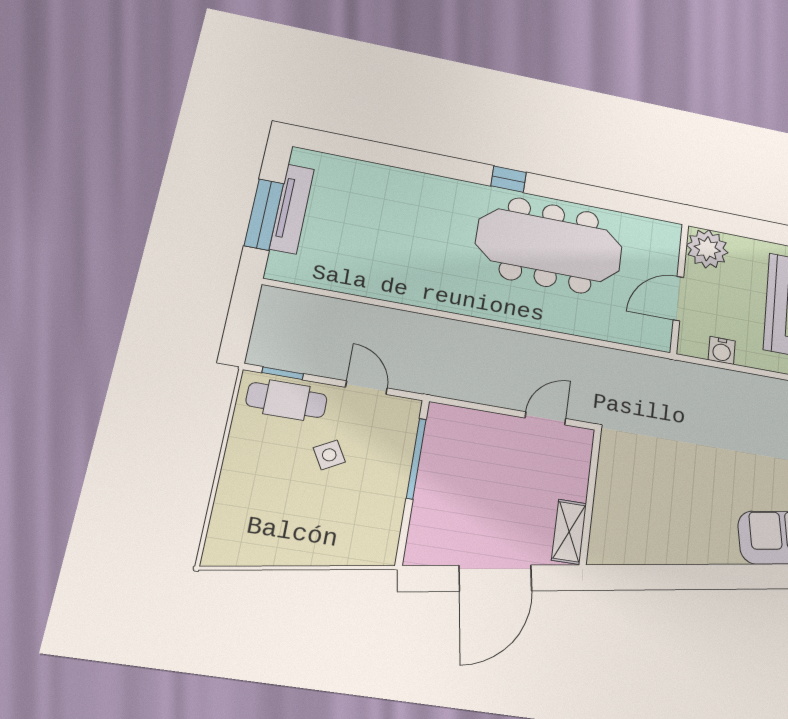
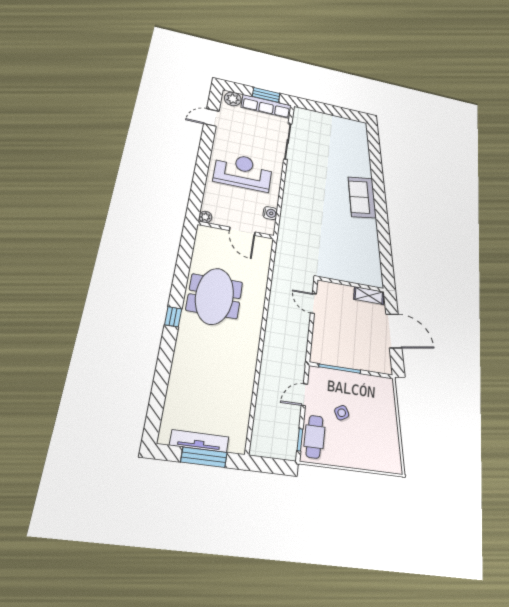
meeting table: (549, 245) -> (214, 296), width x0.73
plant: (707, 249) -> (205, 217), width x0.53, depth x0.53

